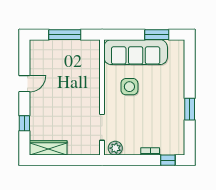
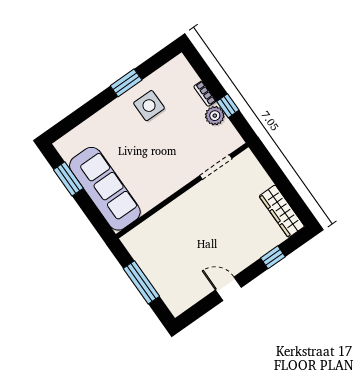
side table: (129, 87) -> (149, 106), moved
plant: (115, 148) -> (215, 116), moved
window: (168, 160) -> (228, 106), moved

